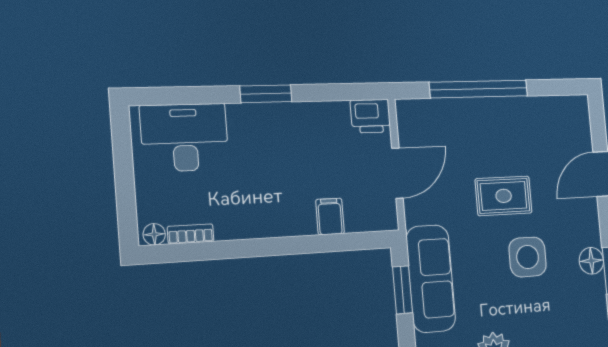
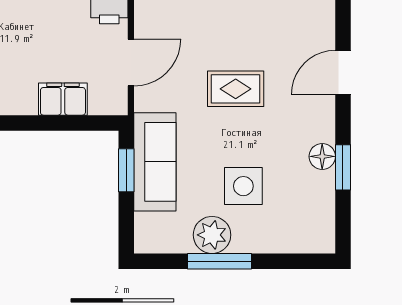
filing cabinet: (330, 216) -> (63, 99), width x2.00
side table: (528, 257) -> (243, 186), moved

